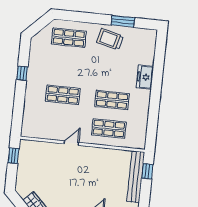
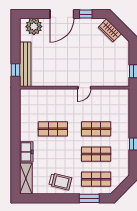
window: (123, 21) -> (89, 198), moved
shelving: (149, 47) -> (26, 179), added
shop shelf: (109, 129) -> (96, 154), moved

